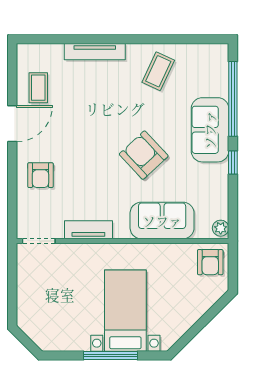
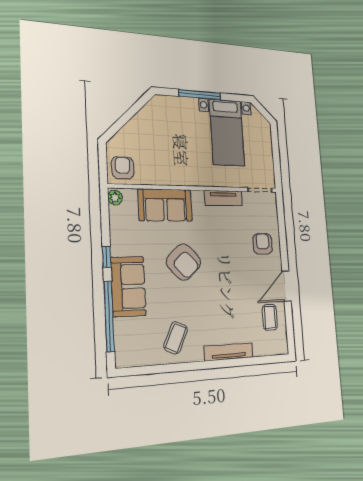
bed with nightstands: (125, 311) -> (227, 133), moved

